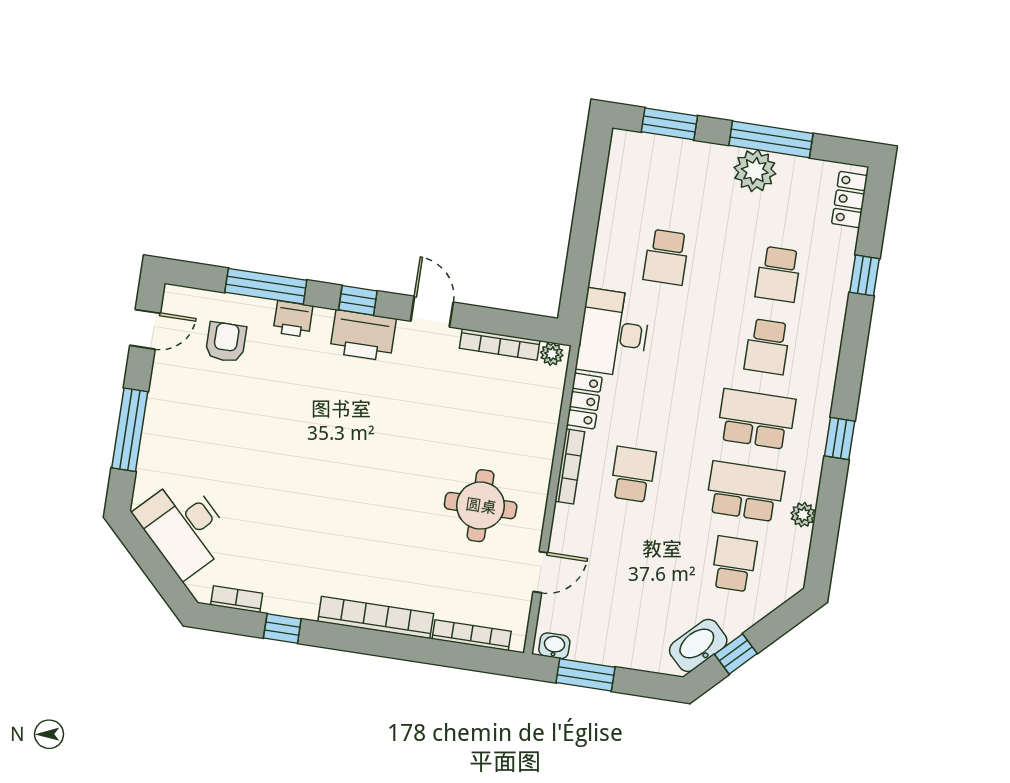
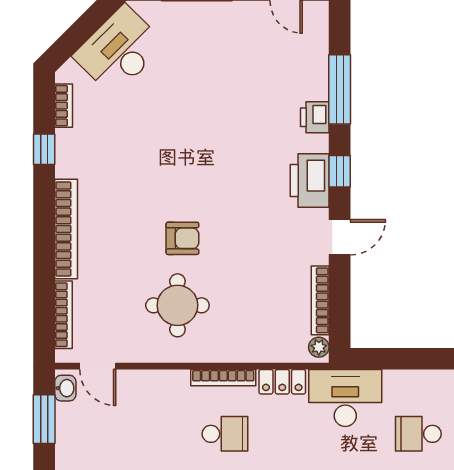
armchair: (226, 342) -> (182, 238), moved
door: (540, 572) -> (98, 366), moved

